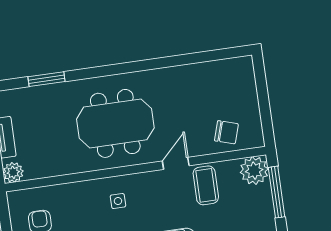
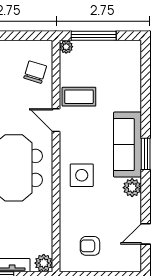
plant: (254, 171) -> (66, 47), width x0.53, depth x0.53
side table: (118, 201) -> (82, 175), width x1.87, depth x1.87

